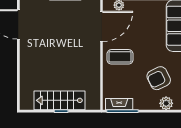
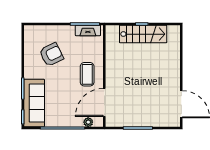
coffee table: (120, 57) -> (87, 74), turned 90
plant: (166, 103) -> (44, 31), removed

